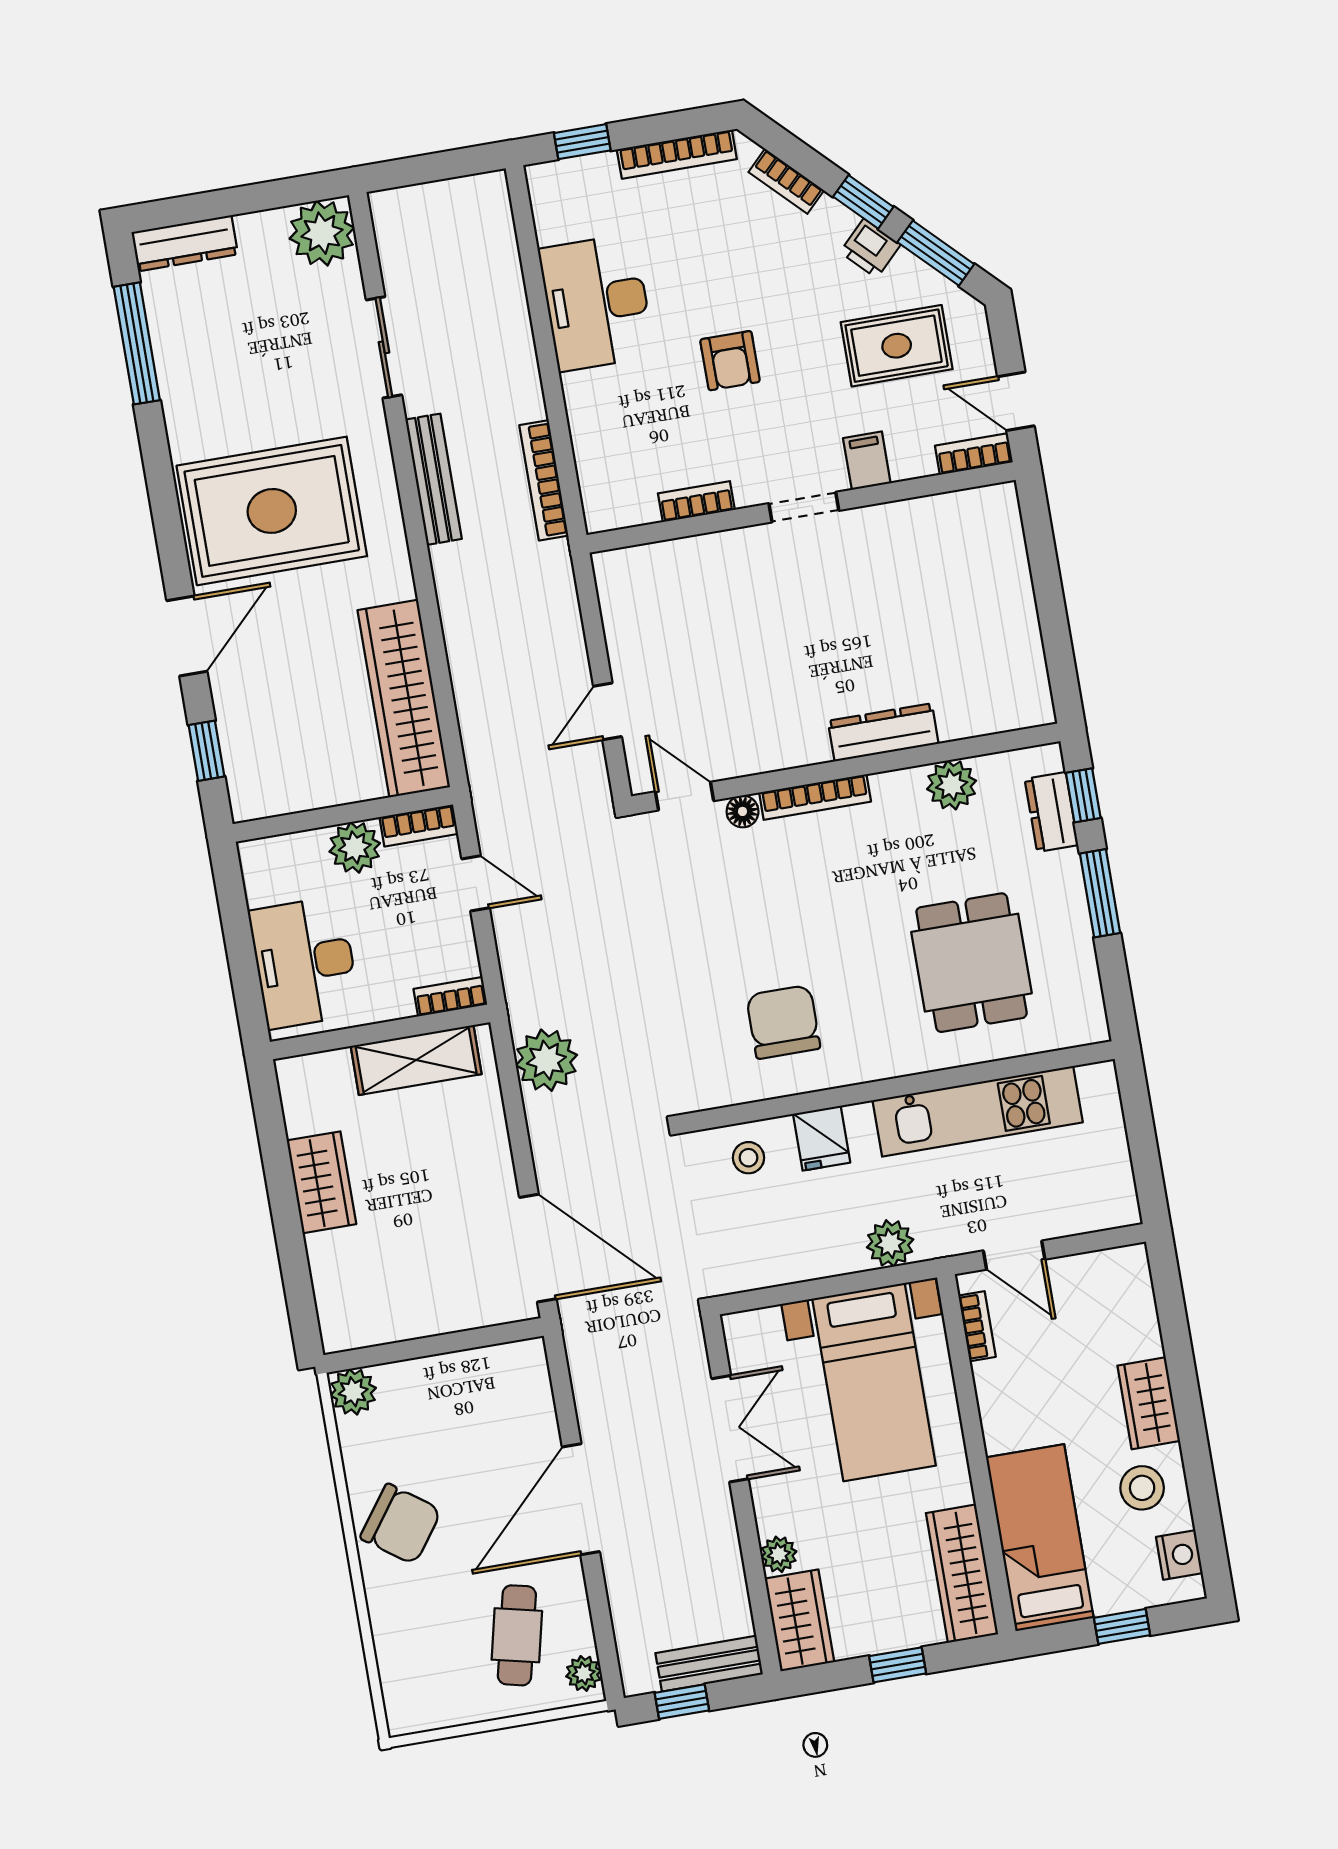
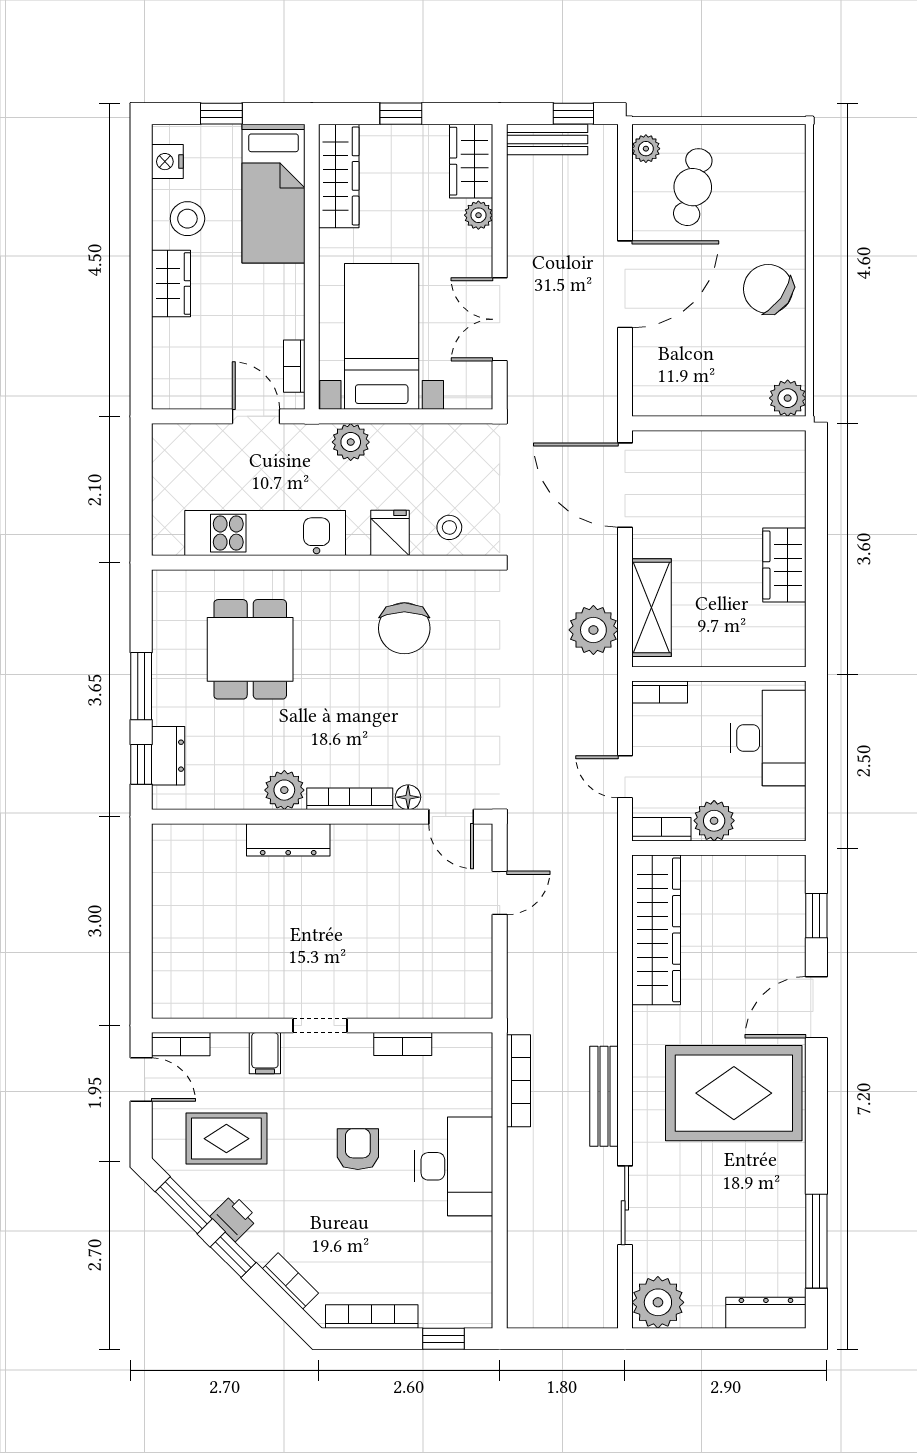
desk: (597, 303) -> (454, 1166), moved
plant: (952, 785) -> (284, 790), moved
shelving: (416, 1060) -> (652, 608), moved, turned 90

